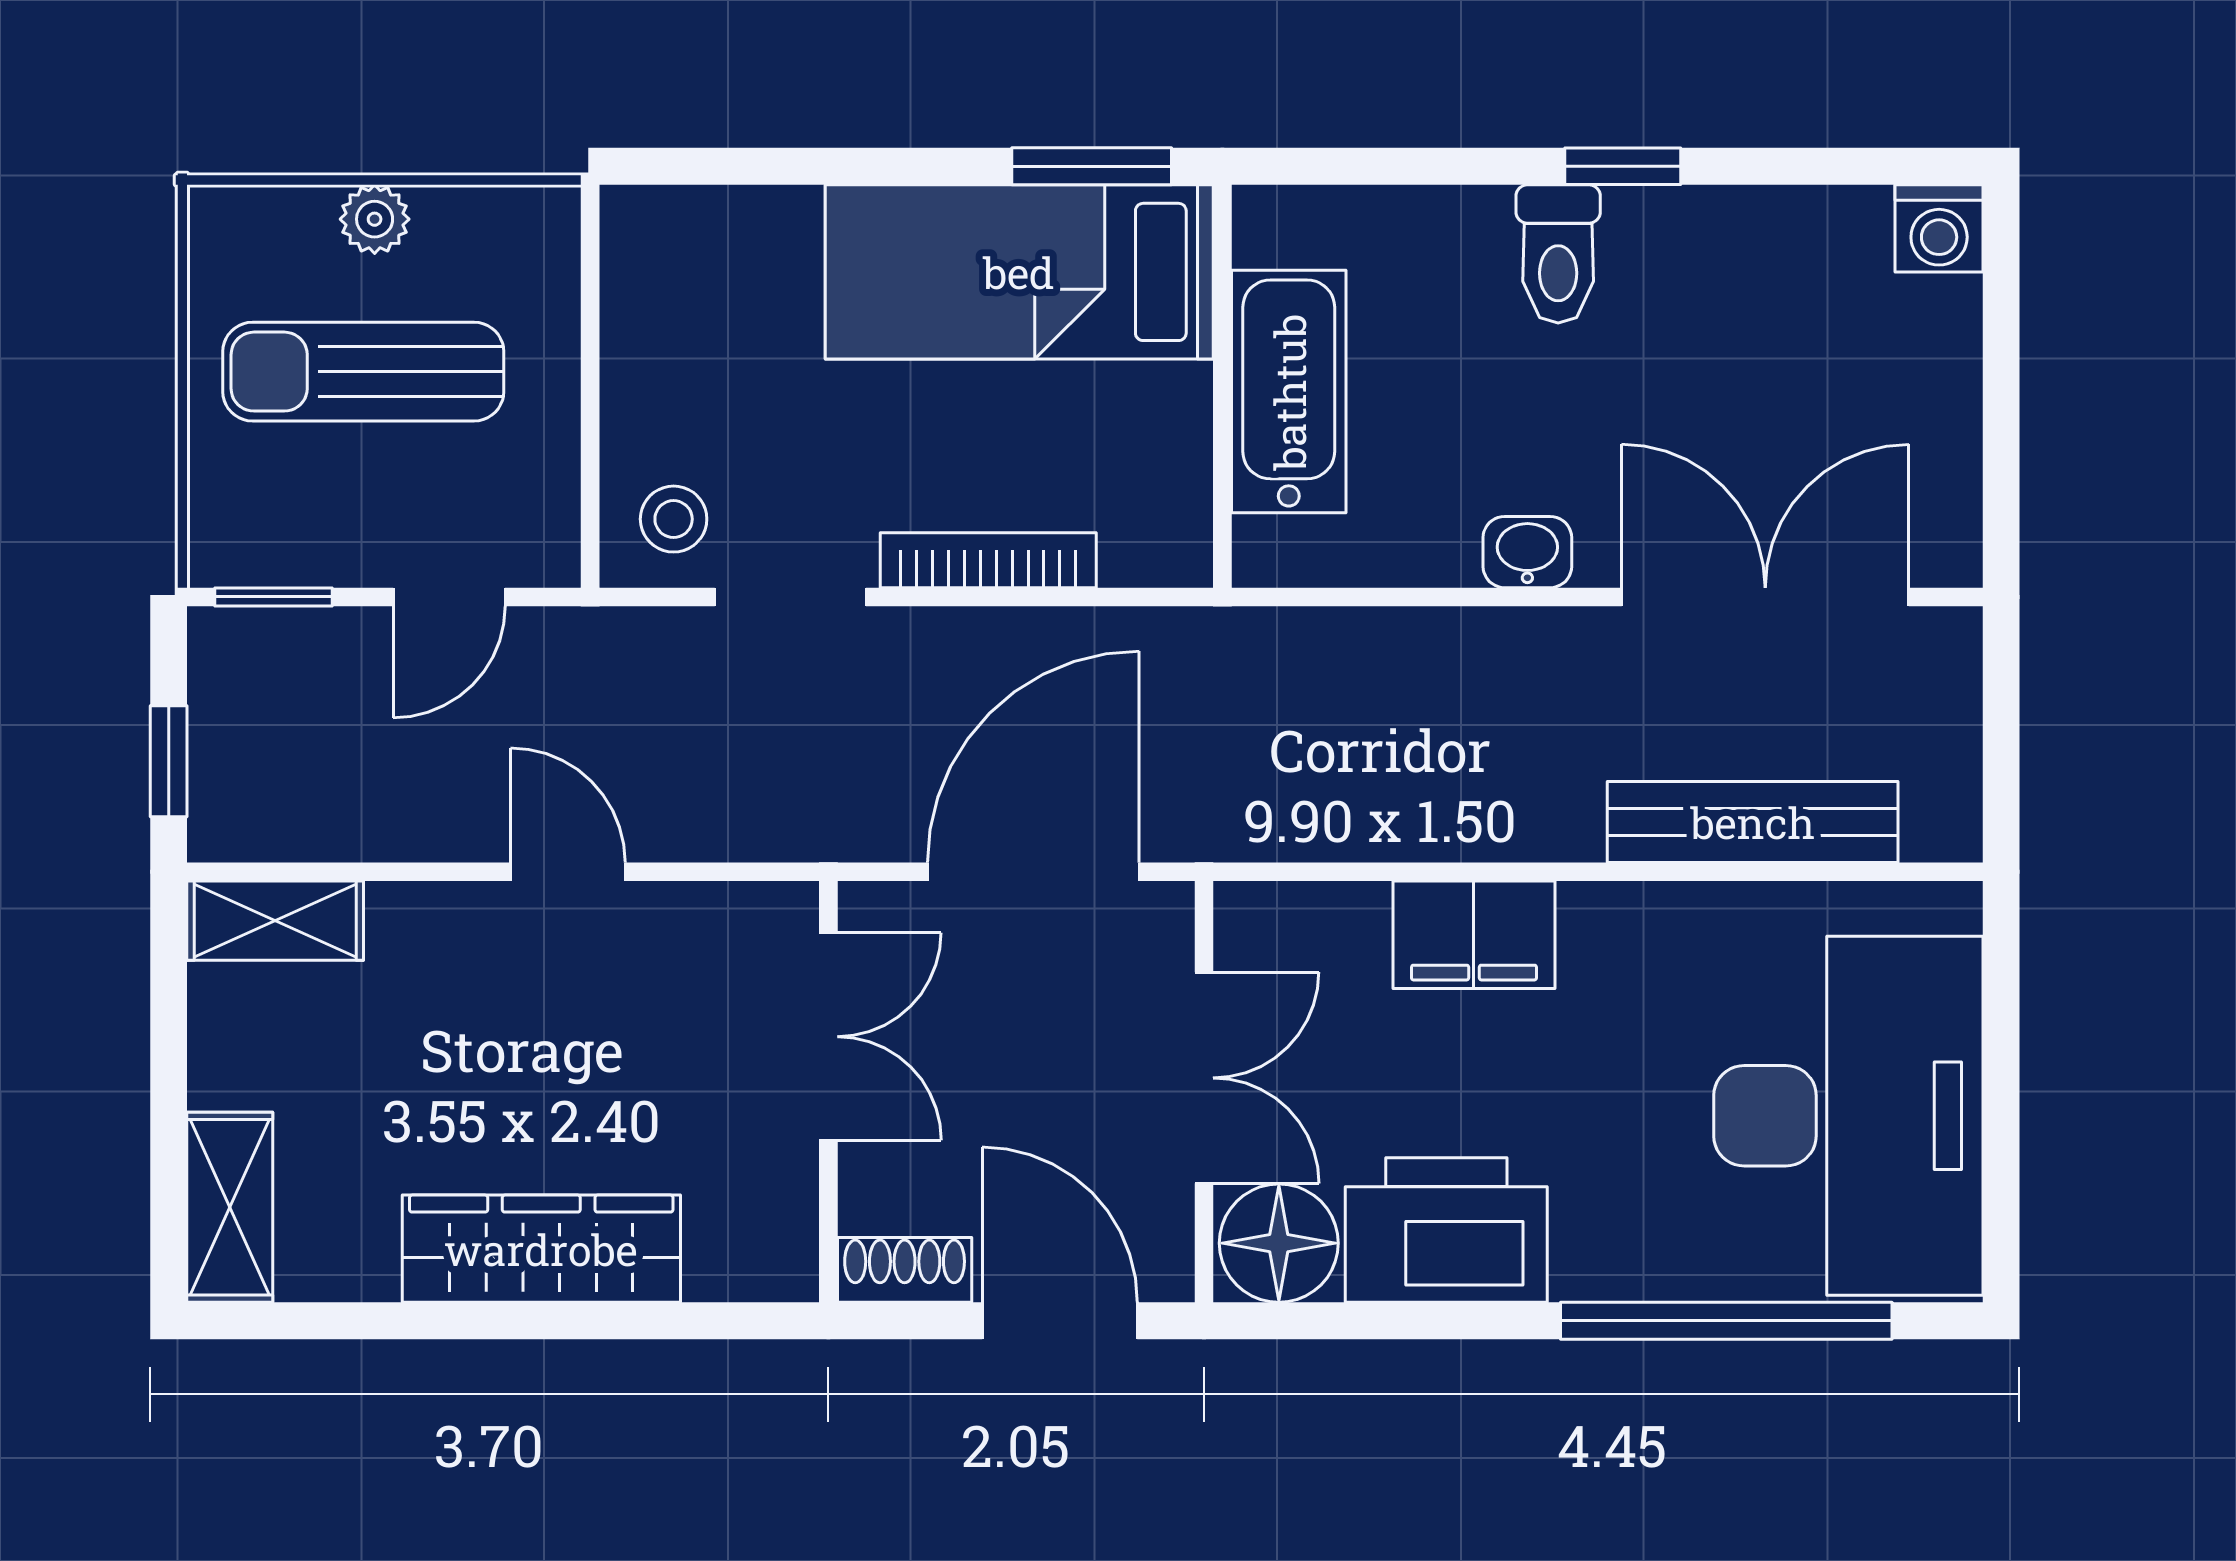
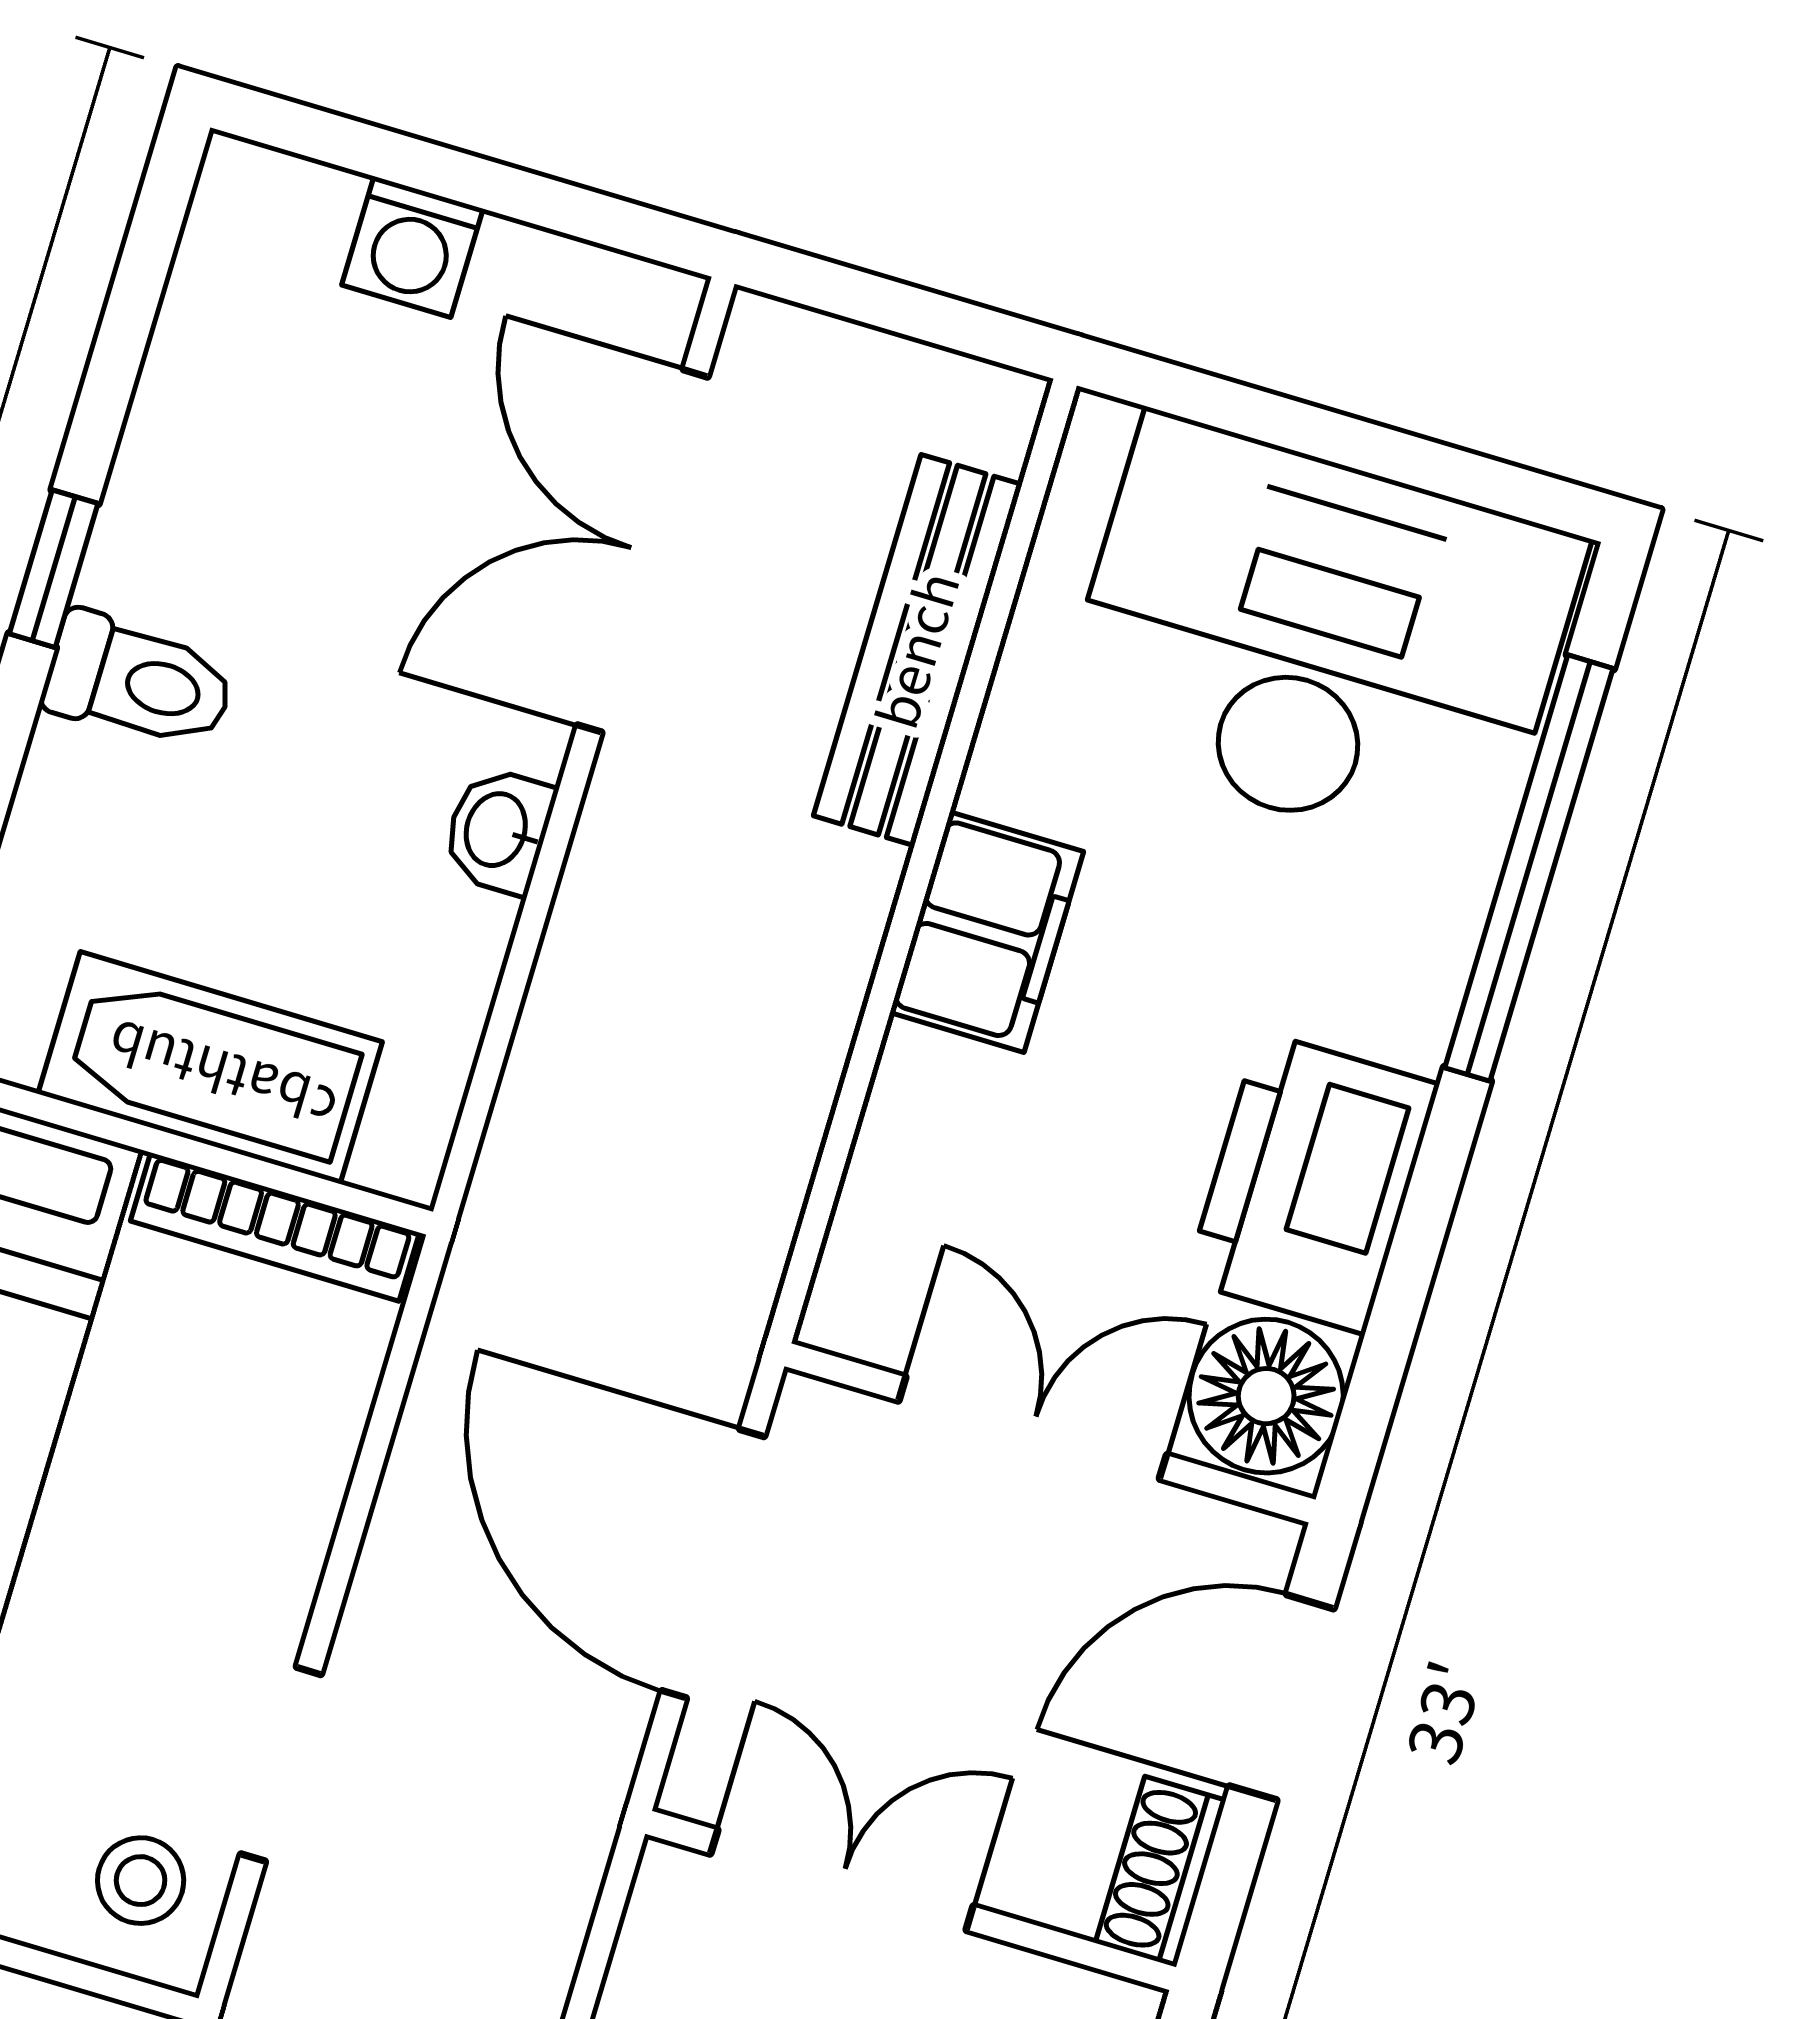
washing machine: (1939, 228) -> (412, 247), moved, turned 90
bookcase: (988, 560) -> (275, 1227), moved, turned -90
filing cabinet: (1474, 935) -> (987, 932), moved

